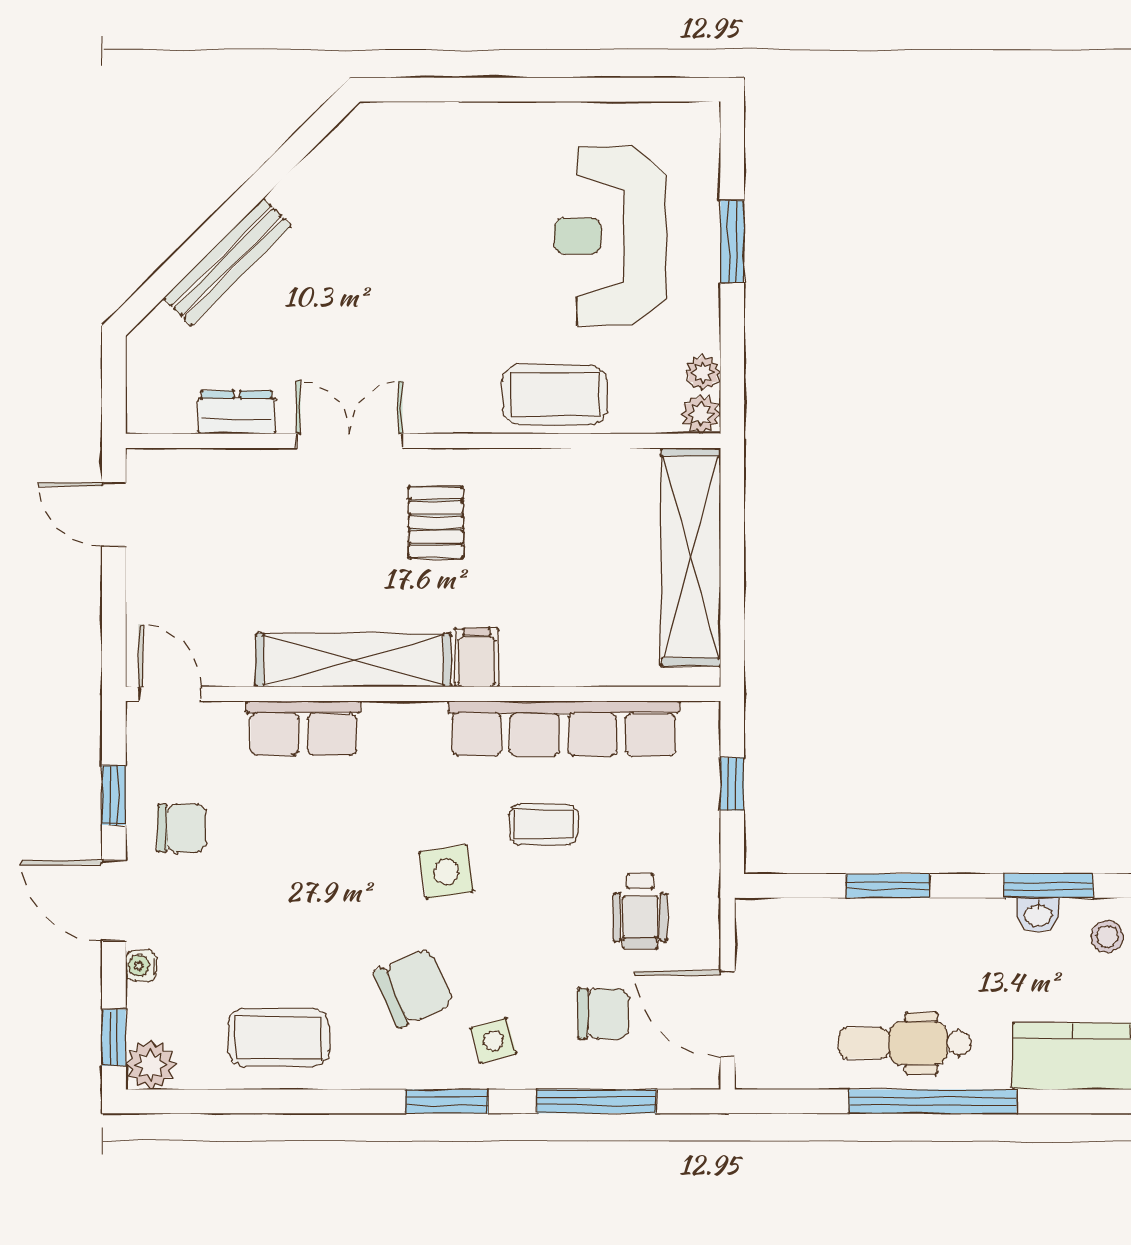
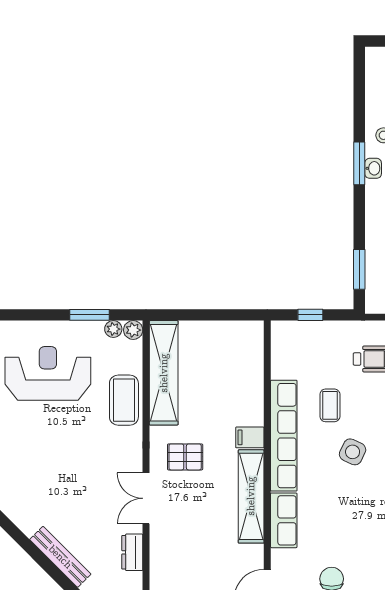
reception desk: (610, 236) -> (48, 373), turned 180
window: (732, 242) -> (89, 315), moved
shelving: (691, 557) -> (164, 373), moved, turned 90
row of seats: (564, 728) -> (284, 436), moved
side table: (446, 872) -> (353, 452), turned 34
window: (888, 886) -> (359, 269), moved

